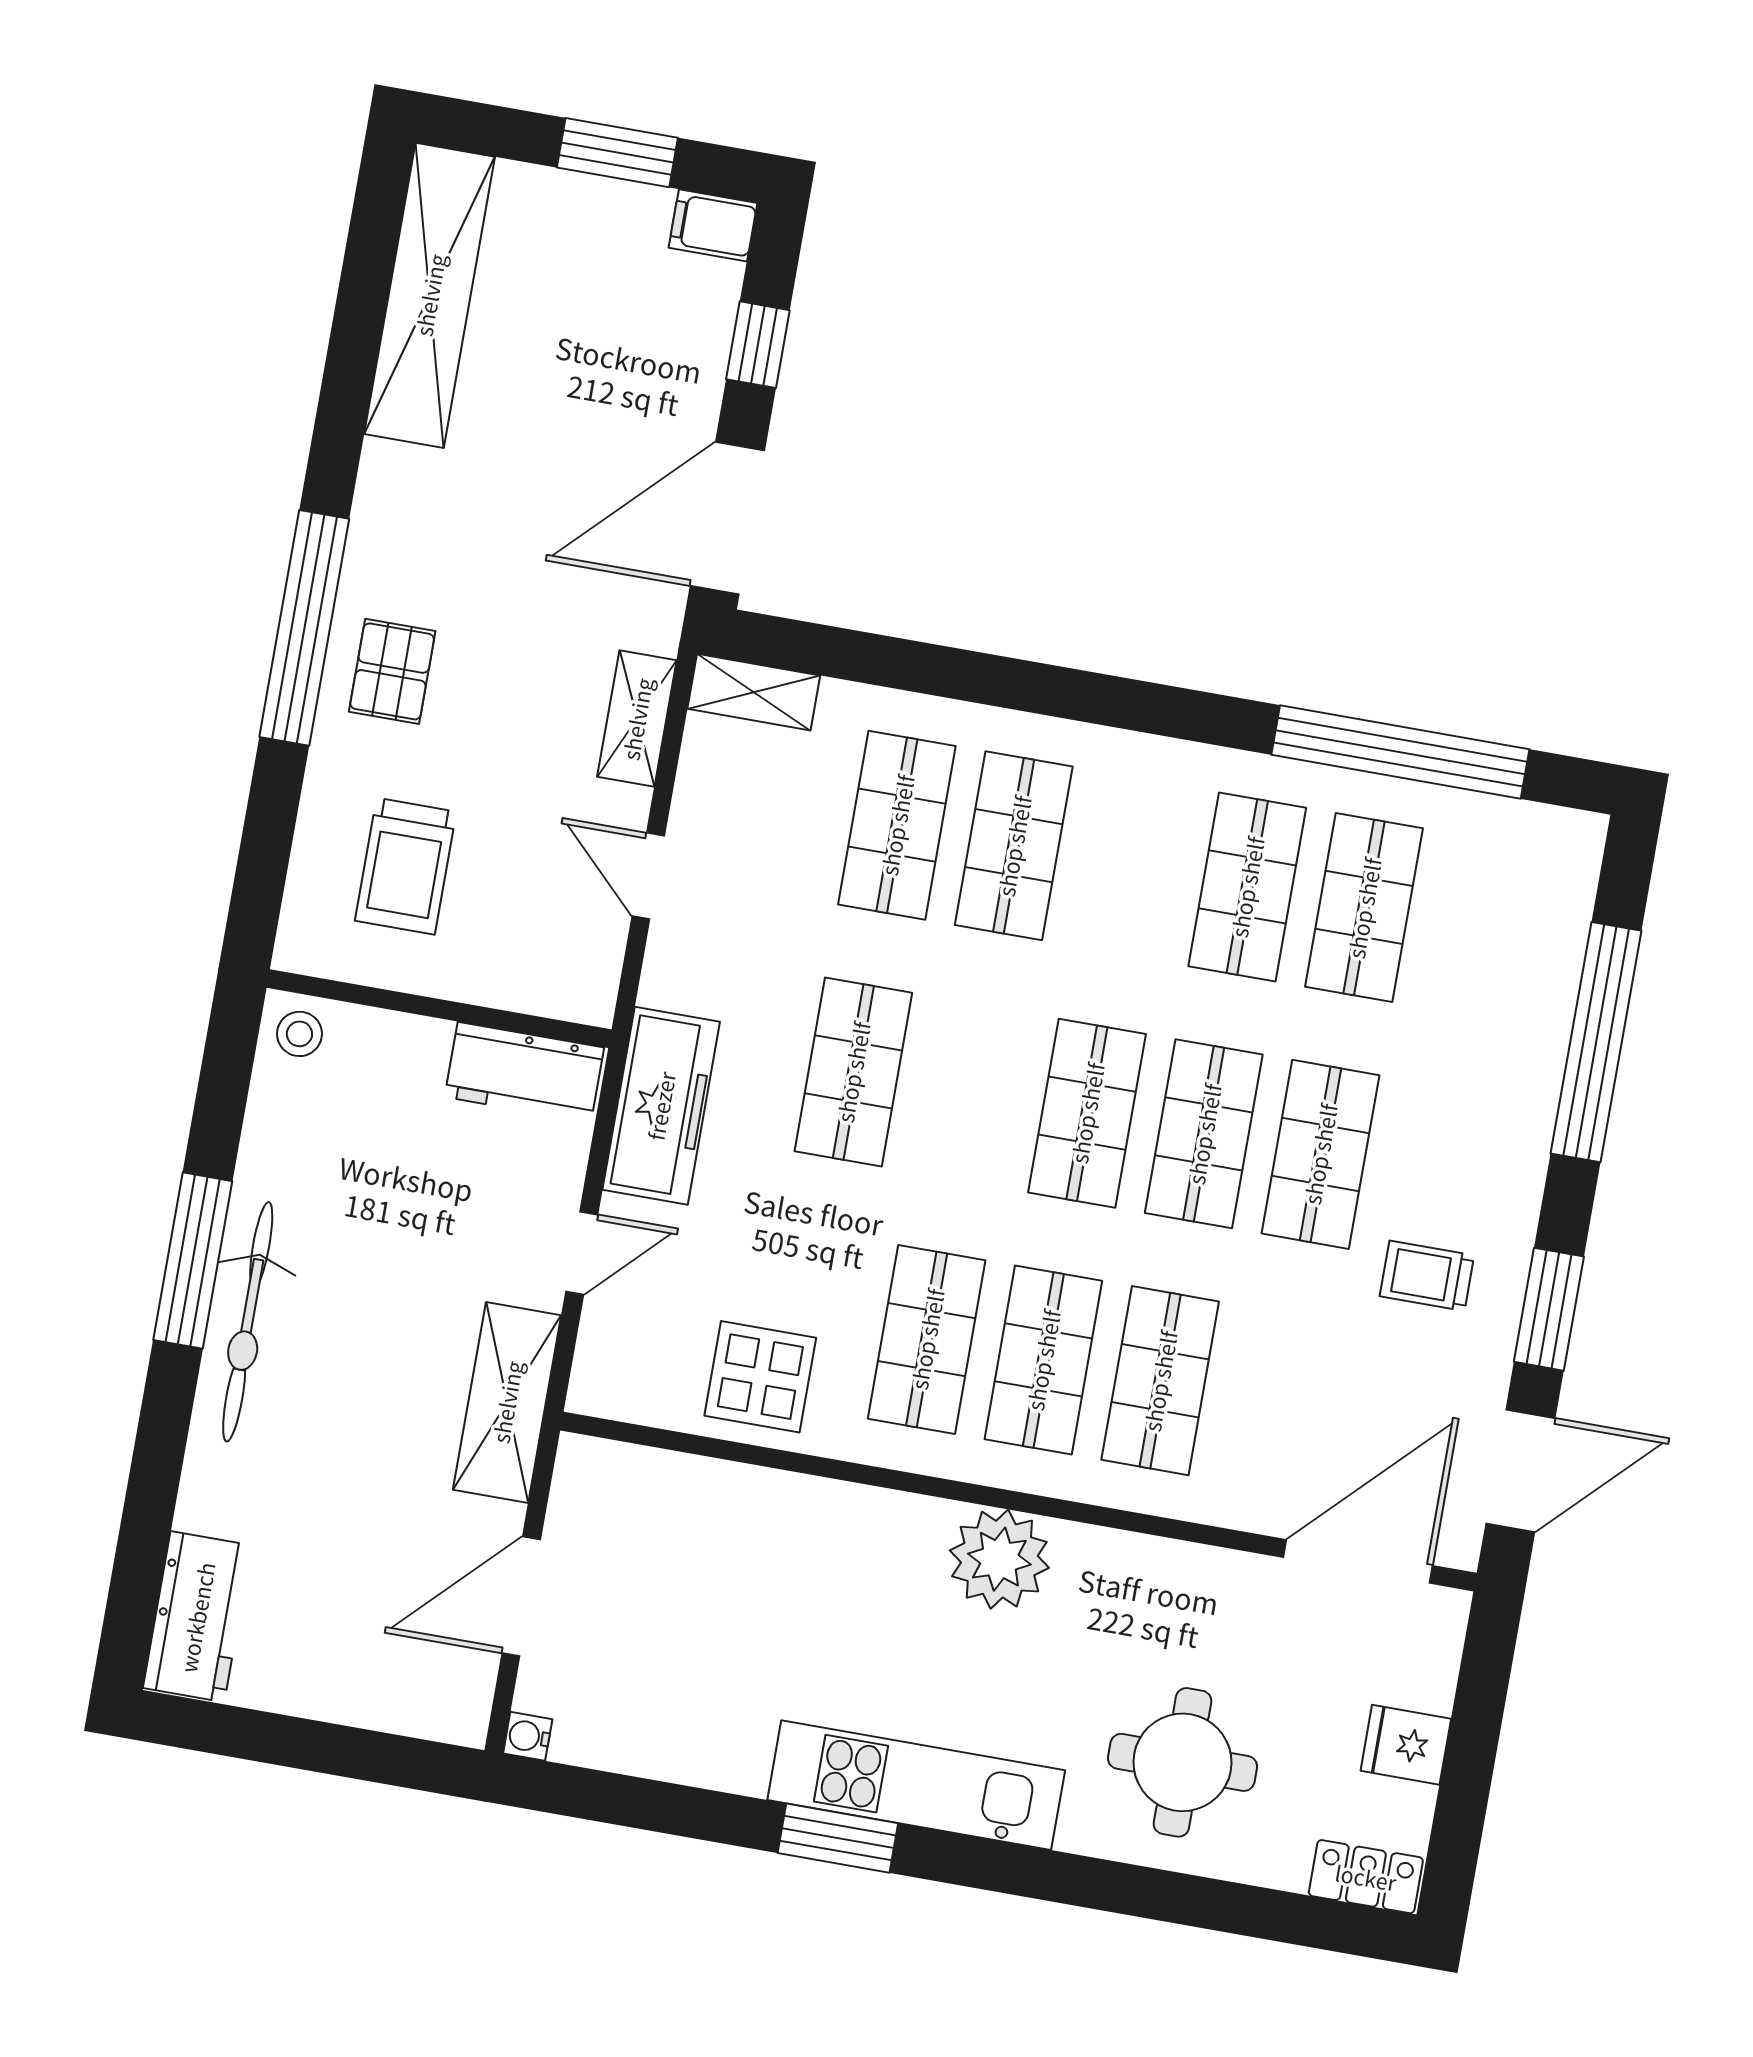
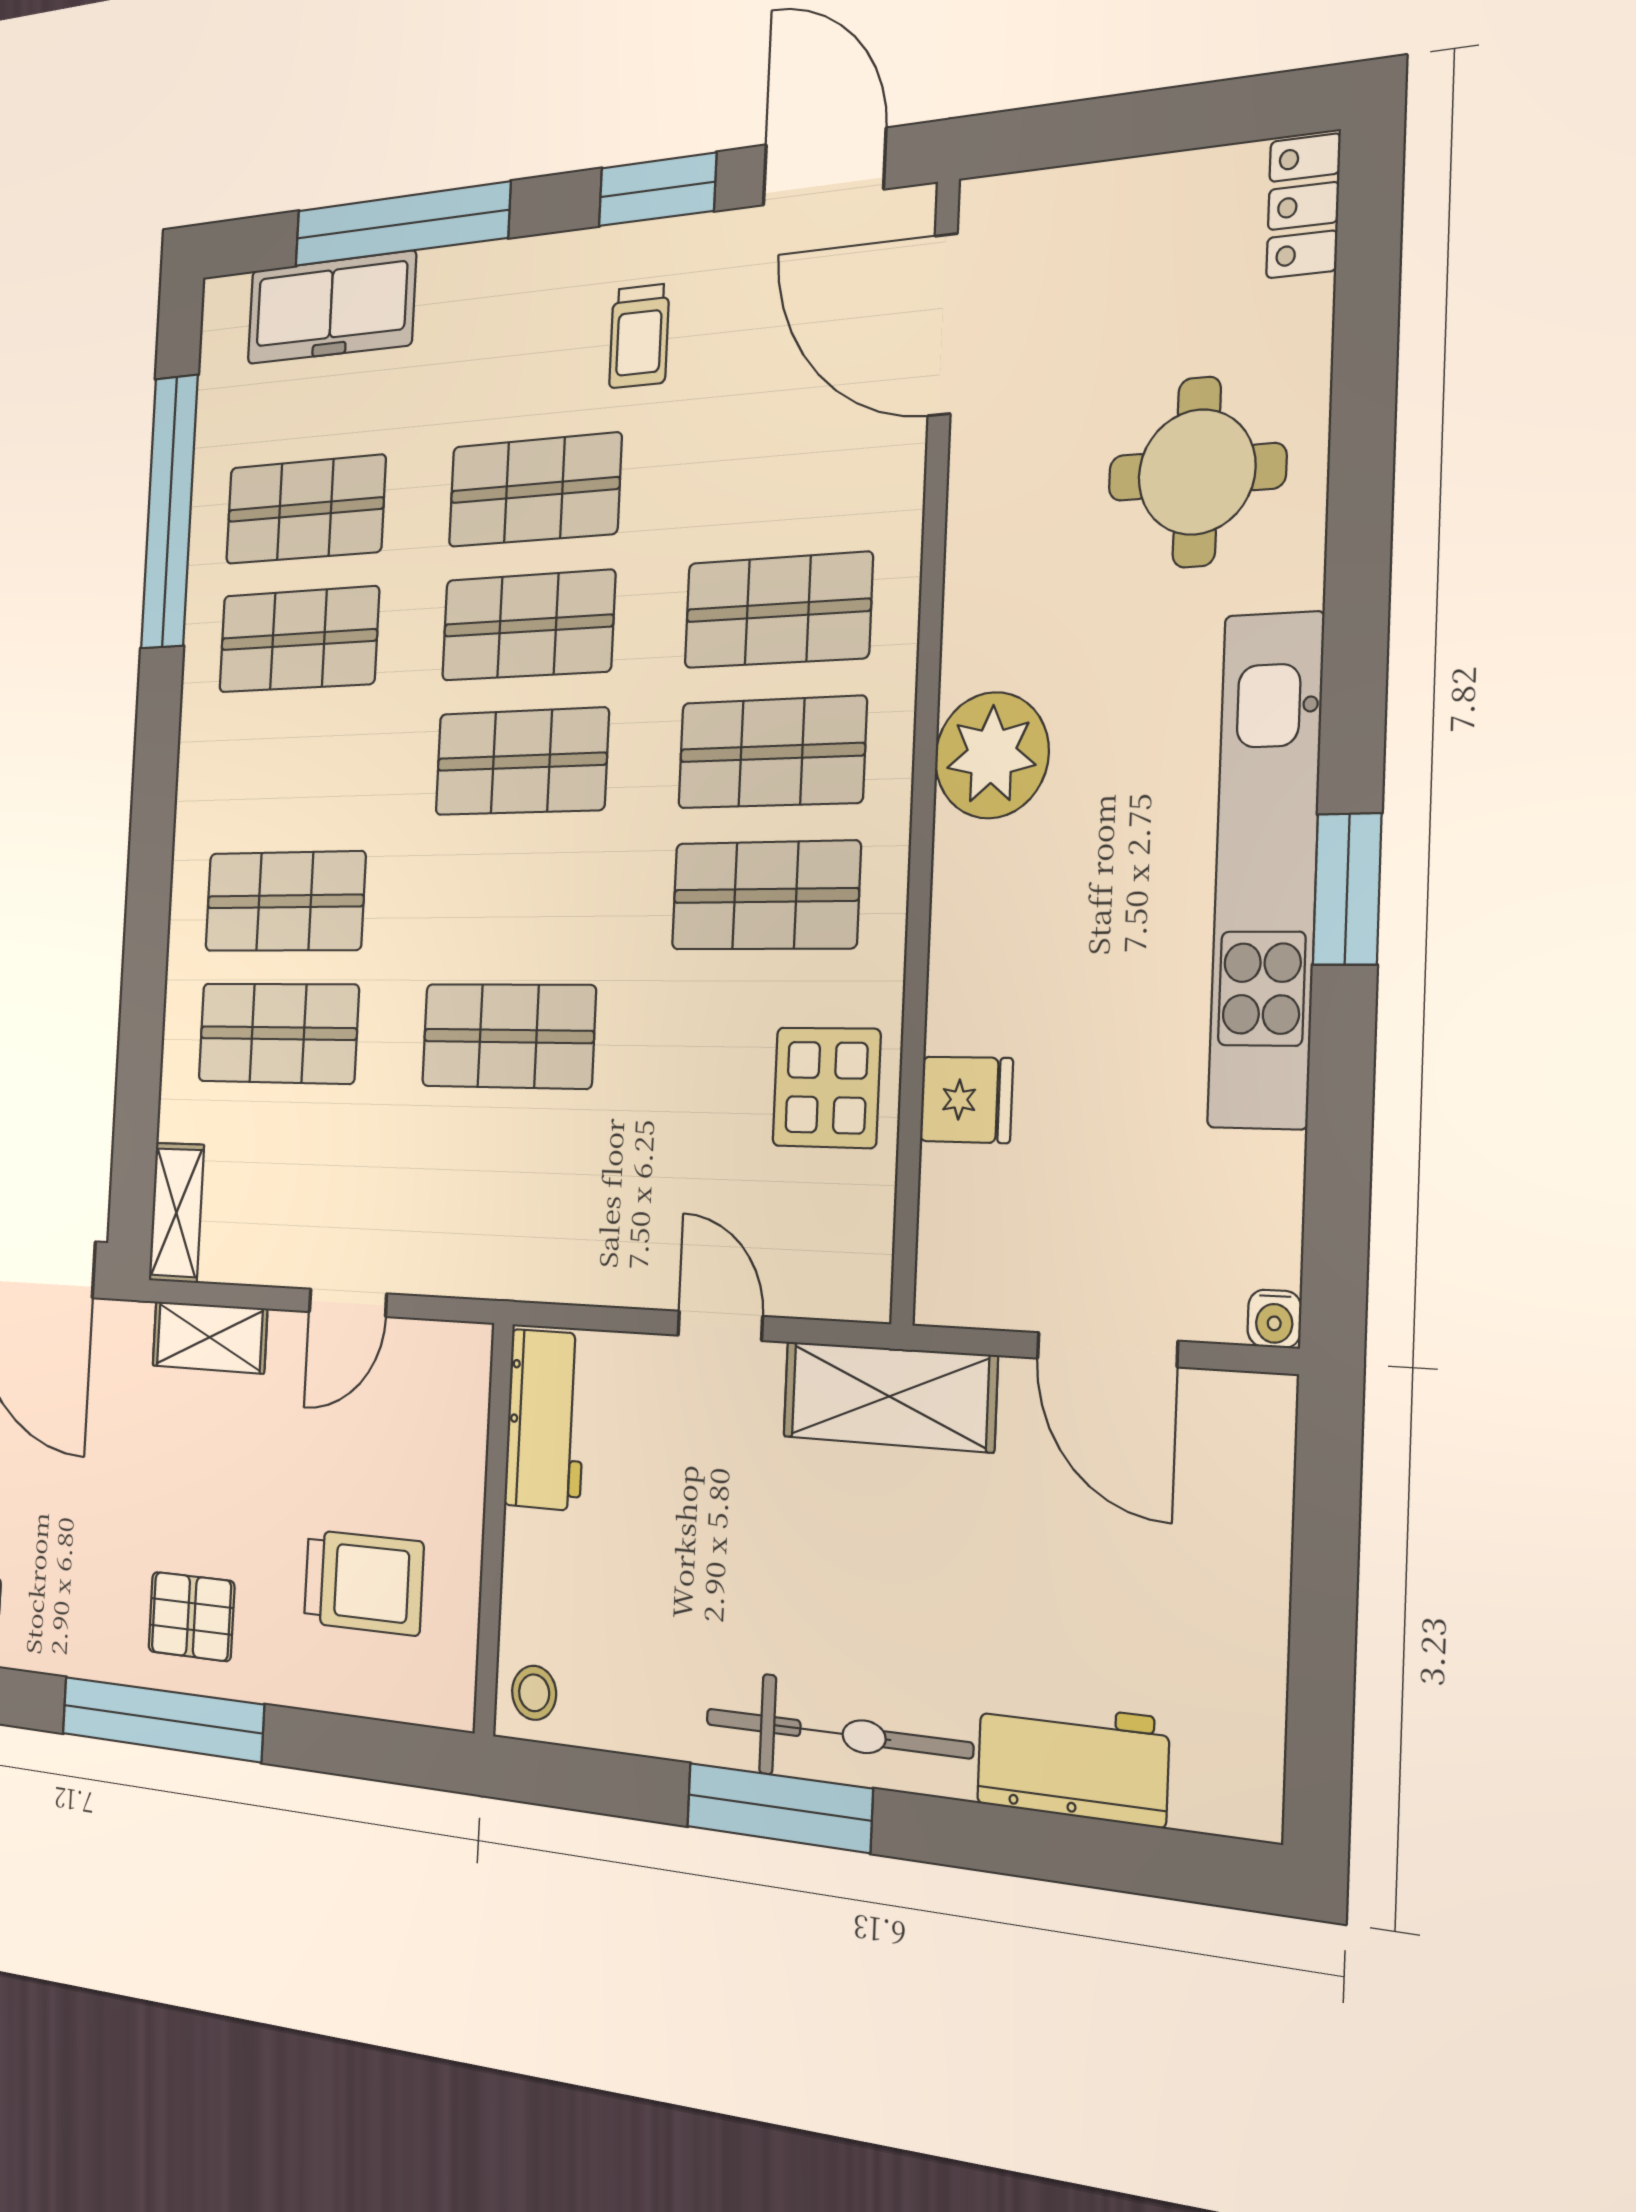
freezer: (661, 1106) -> (331, 308), moved, turned 180
workbench: (197, 1617) -> (1072, 1761), moved
fridge: (1406, 1745) -> (966, 1100), moved, turned -90
kitchen unit: (916, 1785) -> (1266, 870), width x1.36

